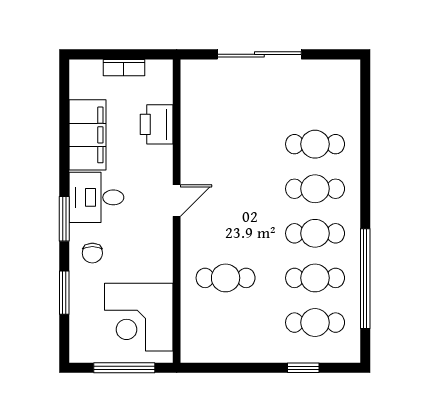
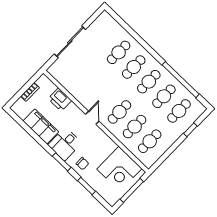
cafe table: (226, 233) -> (119, 112), added
cafe table: (226, 323) -> (150, 141), added

